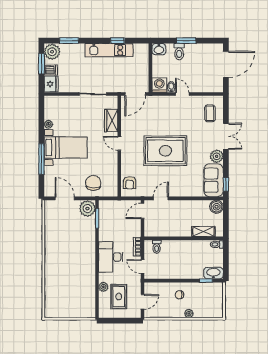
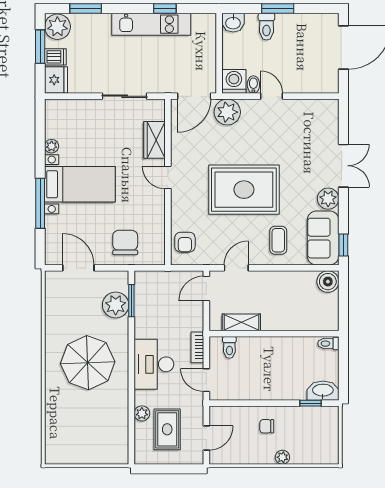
plant: (155, 104) -> (227, 112), added
coffee table: (210, 113) -> (278, 240), moved
plant: (87, 209) -> (116, 305), moved
shelving: (203, 232) -> (241, 322), moved
parasol: (70, 256) -> (88, 363), added

